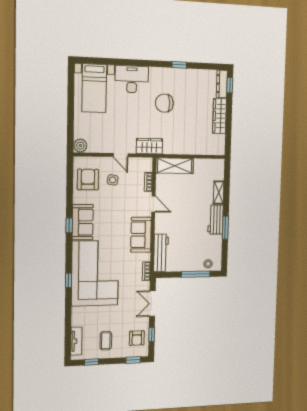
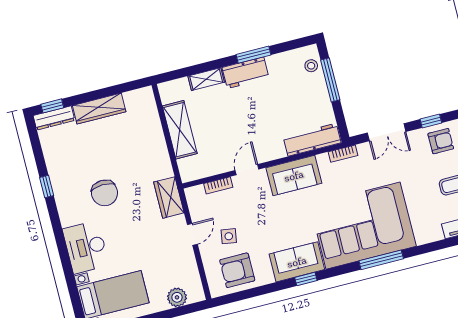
plant: (80, 146) -> (177, 297), moved
shelving: (175, 166) -> (180, 130), moved
window: (68, 280) -> (381, 260), width x2.17

